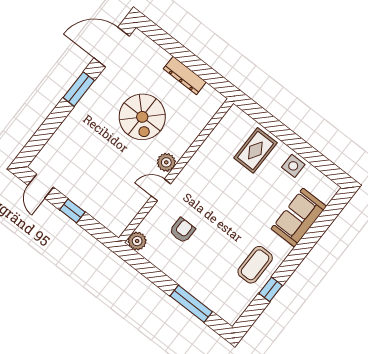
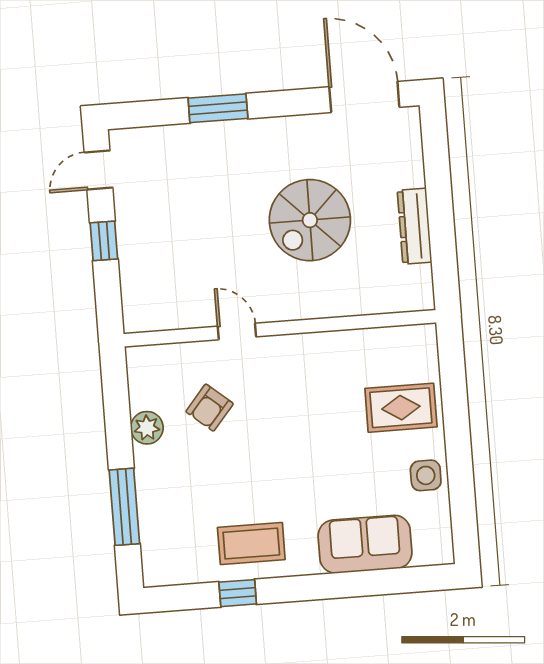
window: (79, 89) -> (218, 108), moved
plant: (166, 162) -> (279, 306), removed
armchair: (182, 230) -> (210, 408), turned 130
plant: (137, 241) -> (147, 428), moved

